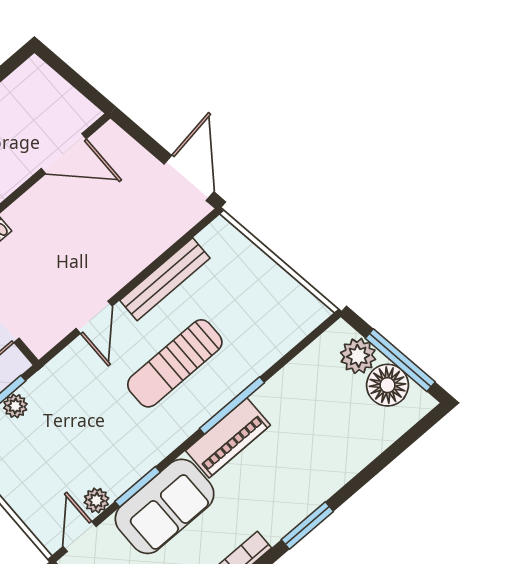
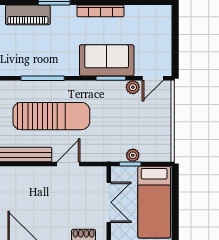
sun lounger: (175, 363) -> (51, 116), width x1.36, depth x1.34
piano: (228, 438) -> (28, 15), moved, turned 180

